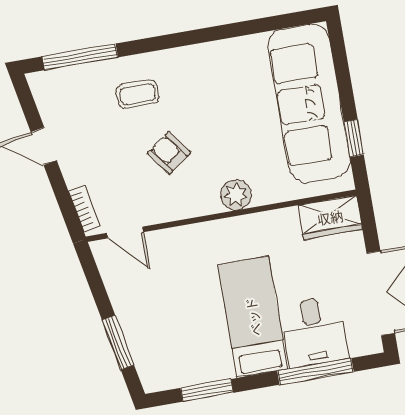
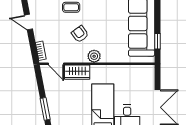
plant: (236, 195) -> (94, 56), moved
wardrobe: (330, 217) -> (77, 72), moved

